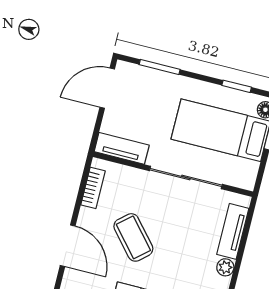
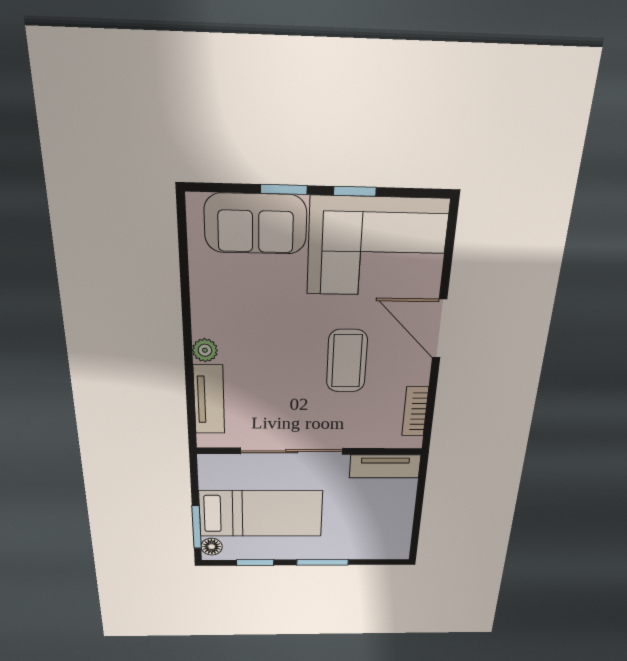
window: (160, 67) -> (323, 562), moved
door: (107, 88) -> (416, 527), removed
coffee table: (133, 237) -> (347, 361), turned 41

